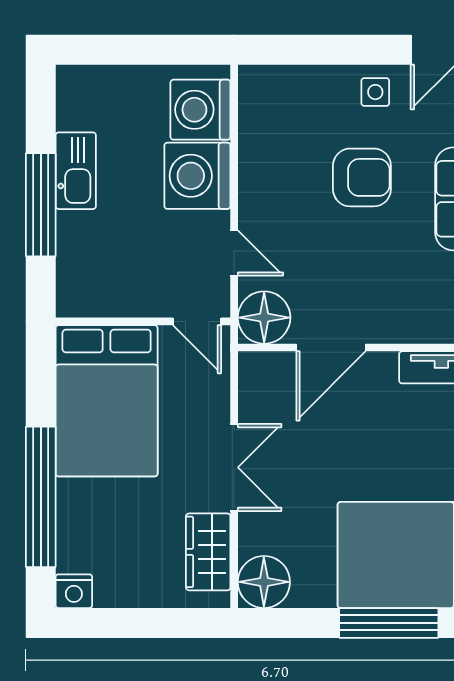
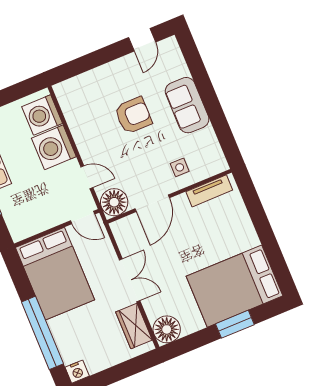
side table: (375, 92) -> (180, 167), moved
window: (389, 623) -> (235, 324), width x0.69

